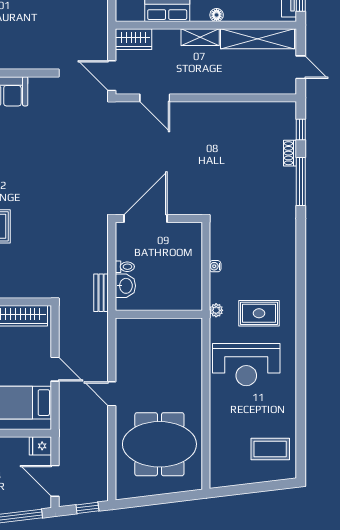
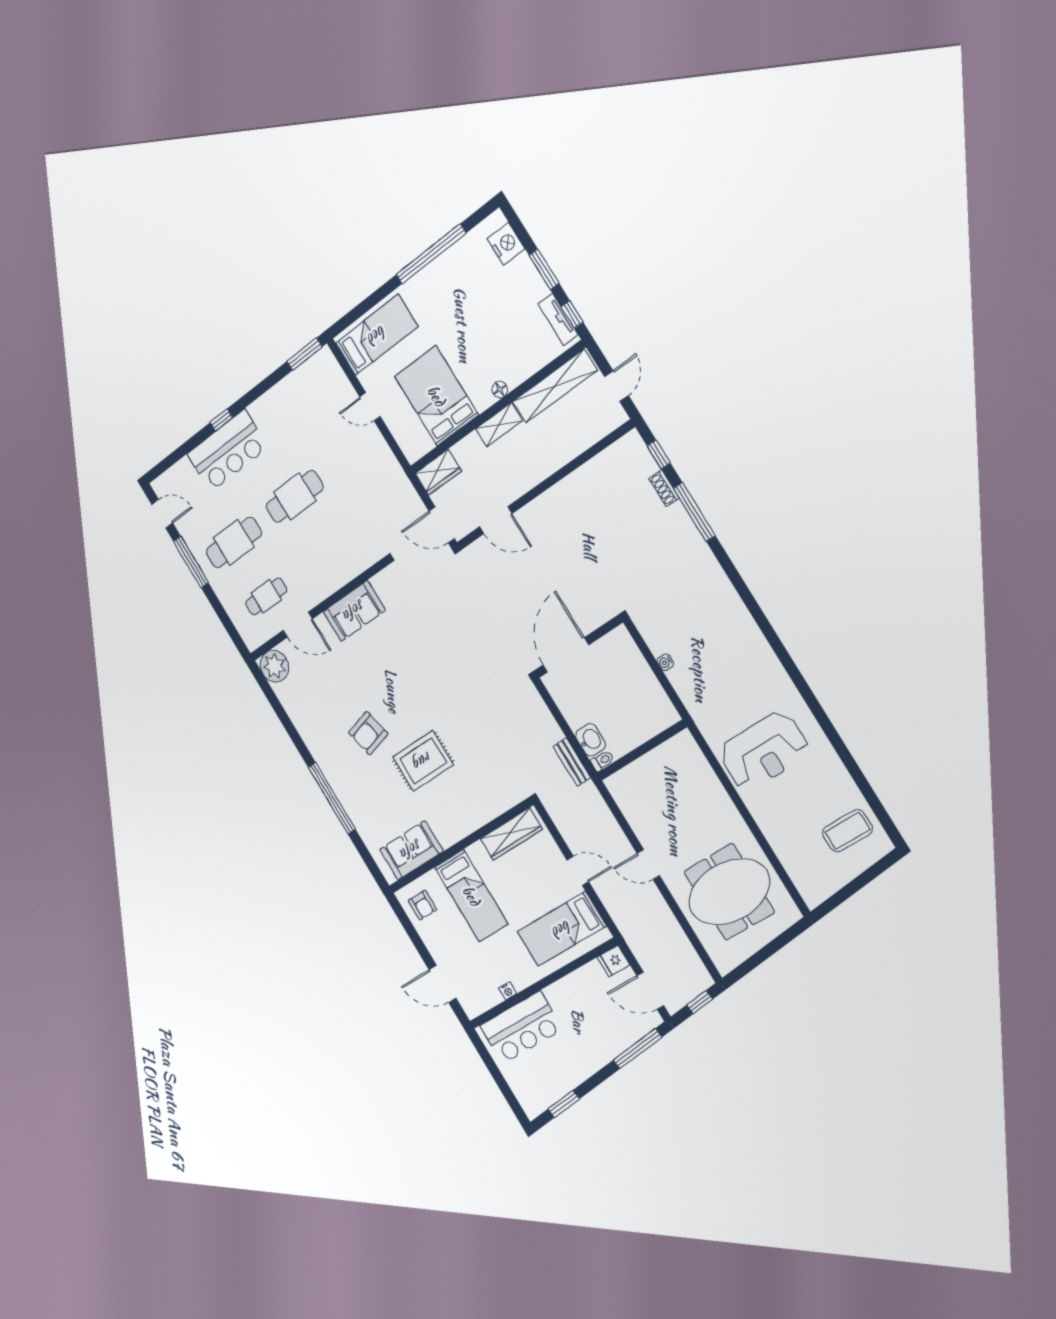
door: (301, 67) -> (616, 386), hinge flipped
toilet: (125, 267) -> (602, 761), moved
plant: (216, 310) -> (696, 710), removed
rug: (259, 313) -> (742, 686), removed

